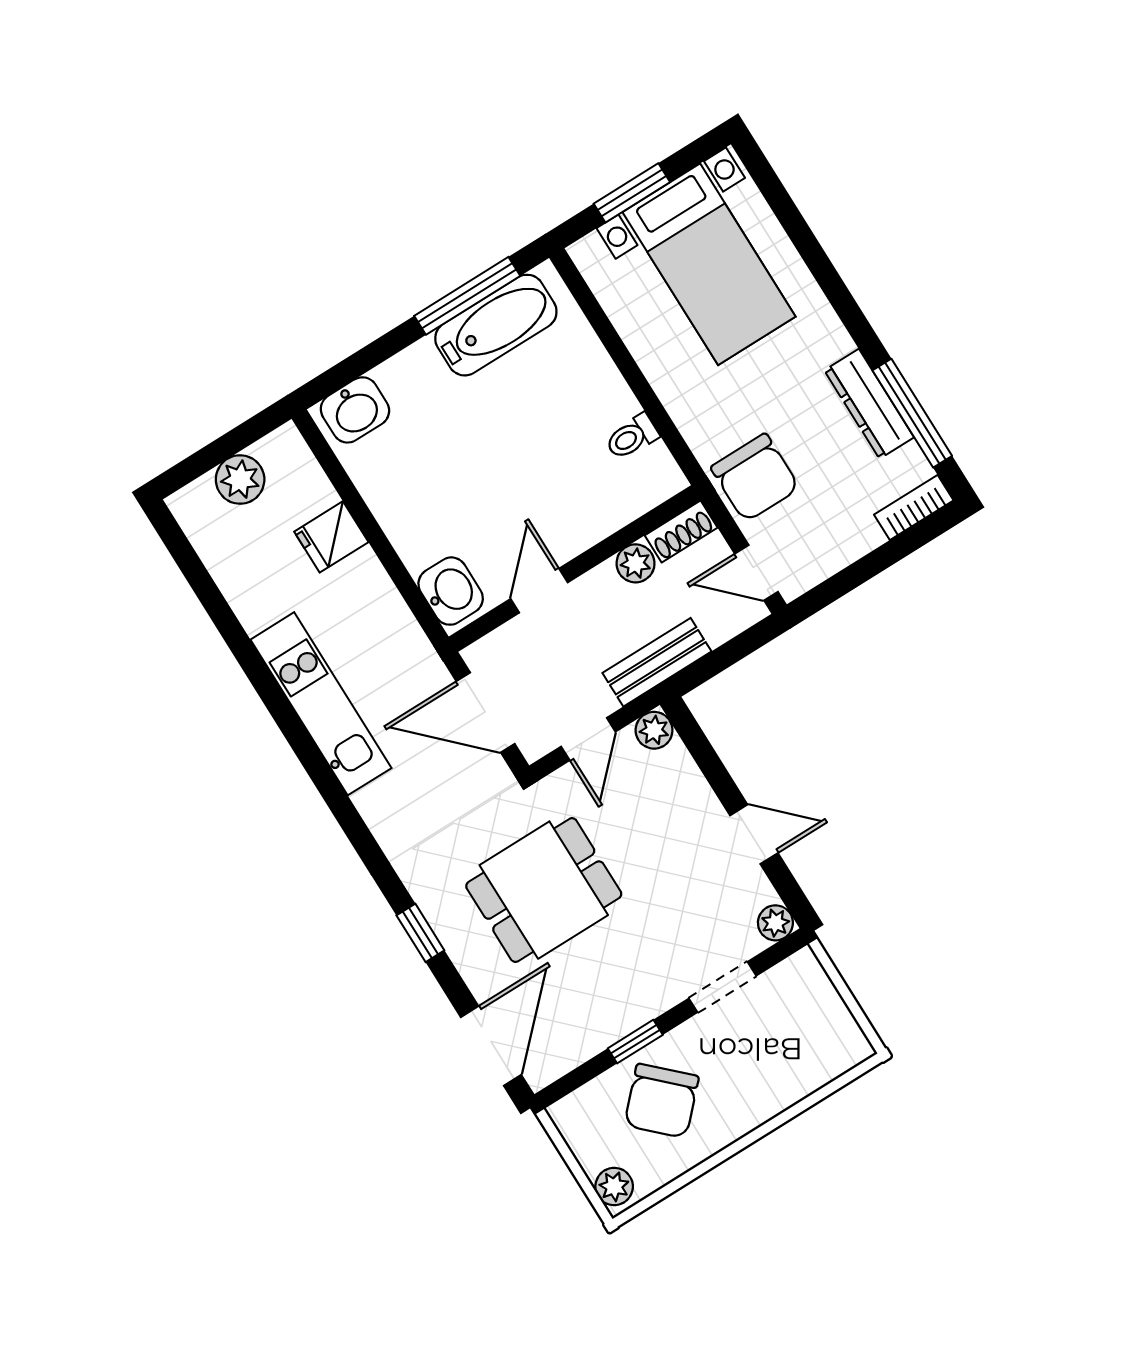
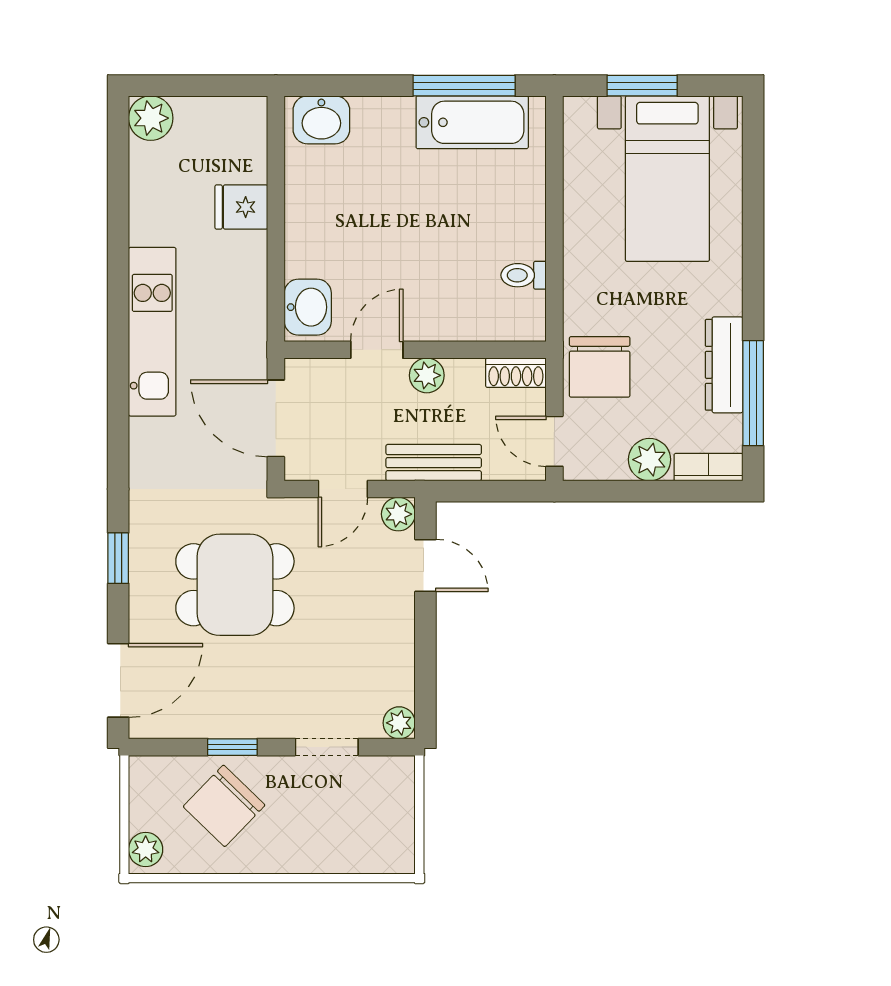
plant: (240, 480) -> (151, 118), moved
plant: (855, 535) -> (650, 460), added
plant: (636, 563) -> (427, 375), moved
door: (754, 834) -> (425, 566), moved

